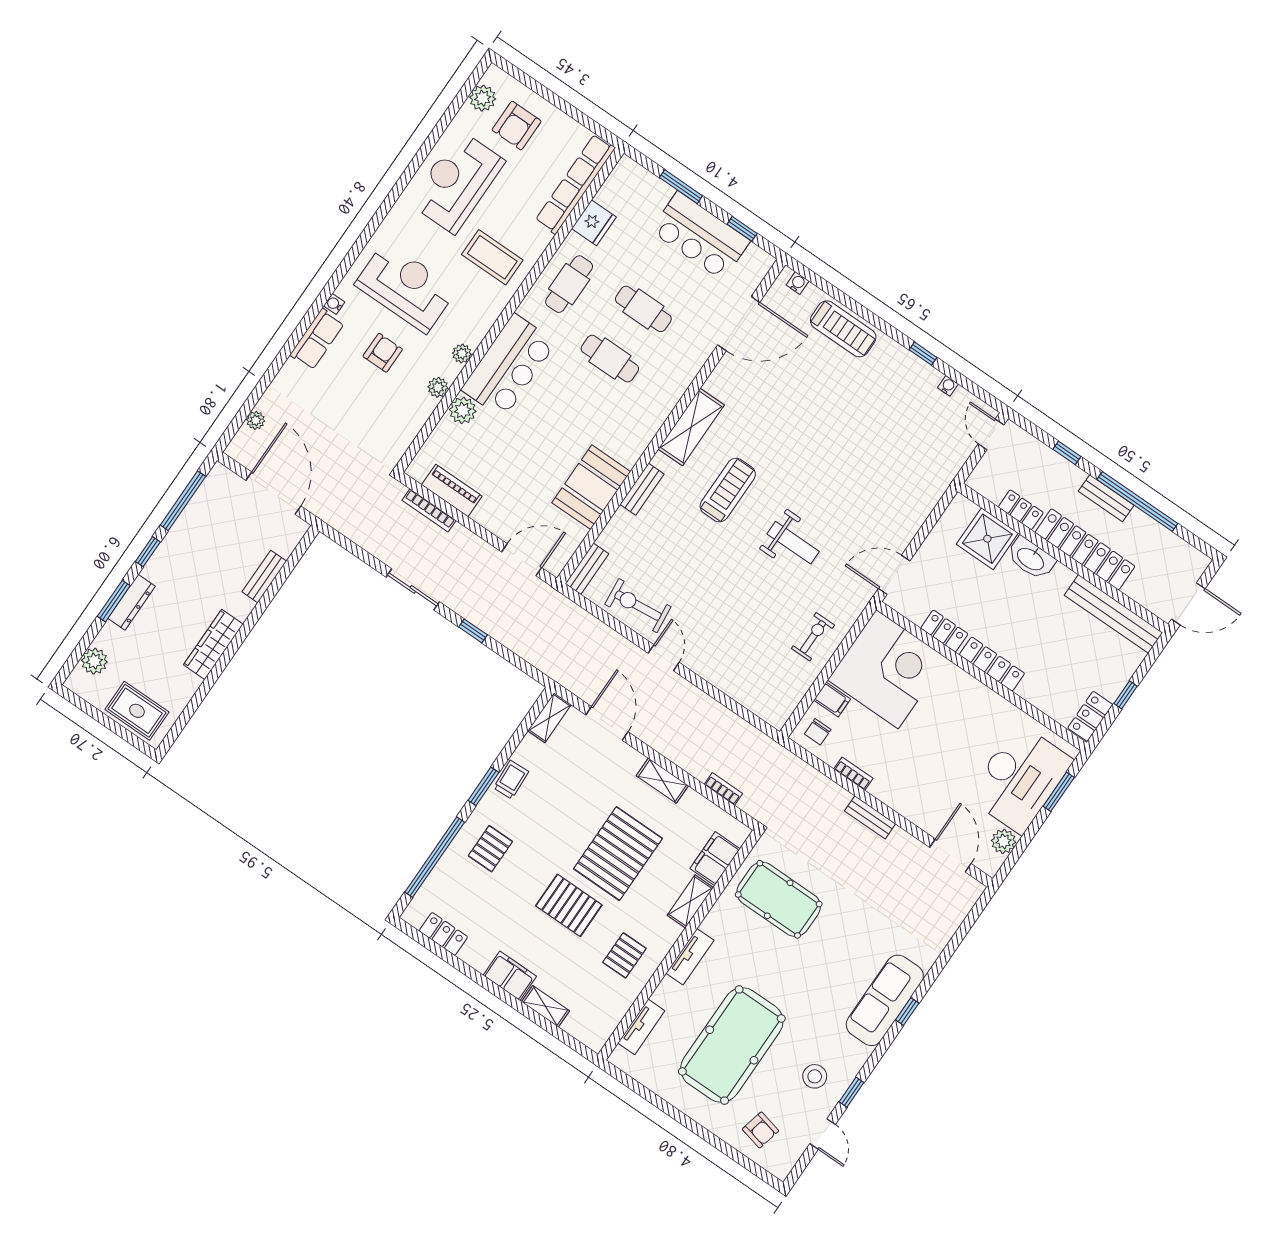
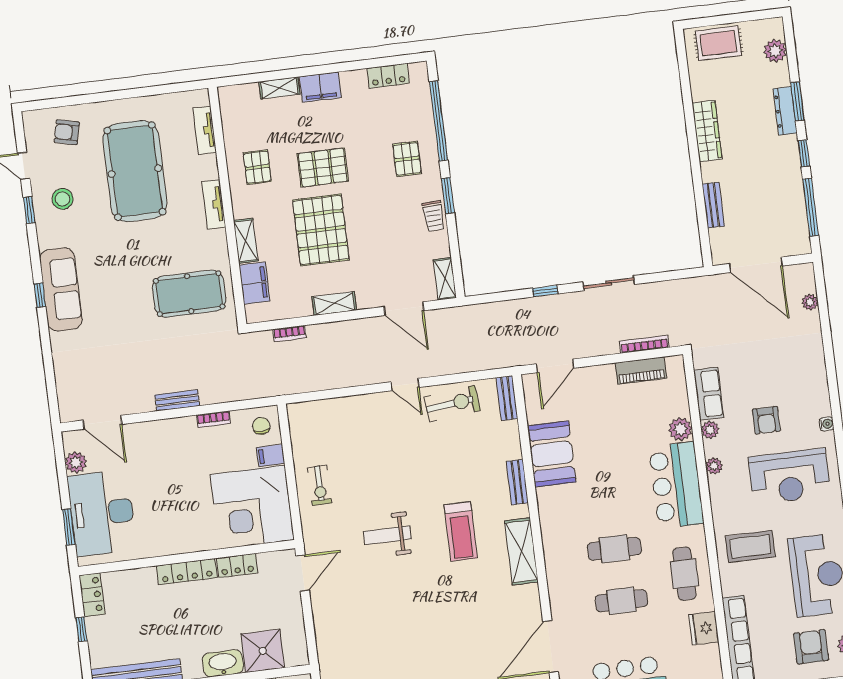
row of seats: (317, 339) -> (709, 394), moved, turned 180

